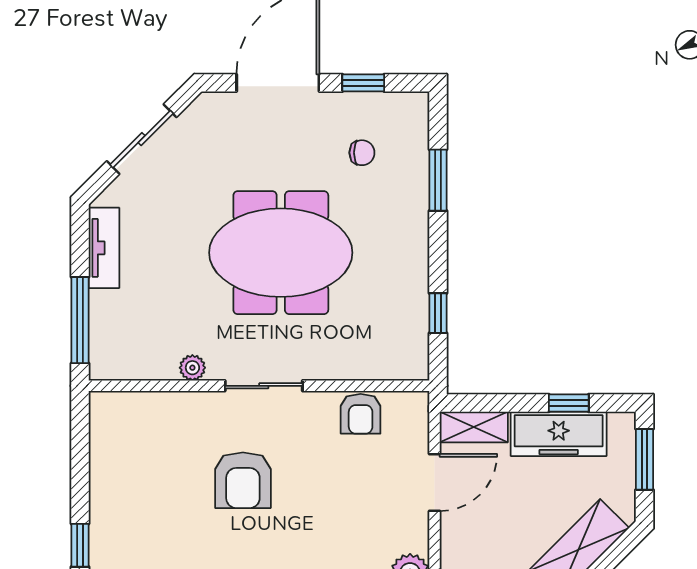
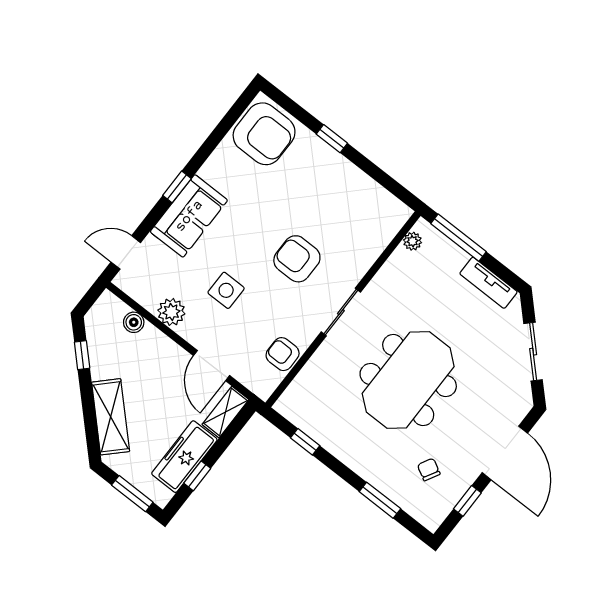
chair: (362, 153) -> (429, 469), turned 119
plant: (192, 368) -> (413, 241), moved
side table: (339, 531) -> (226, 290), added

